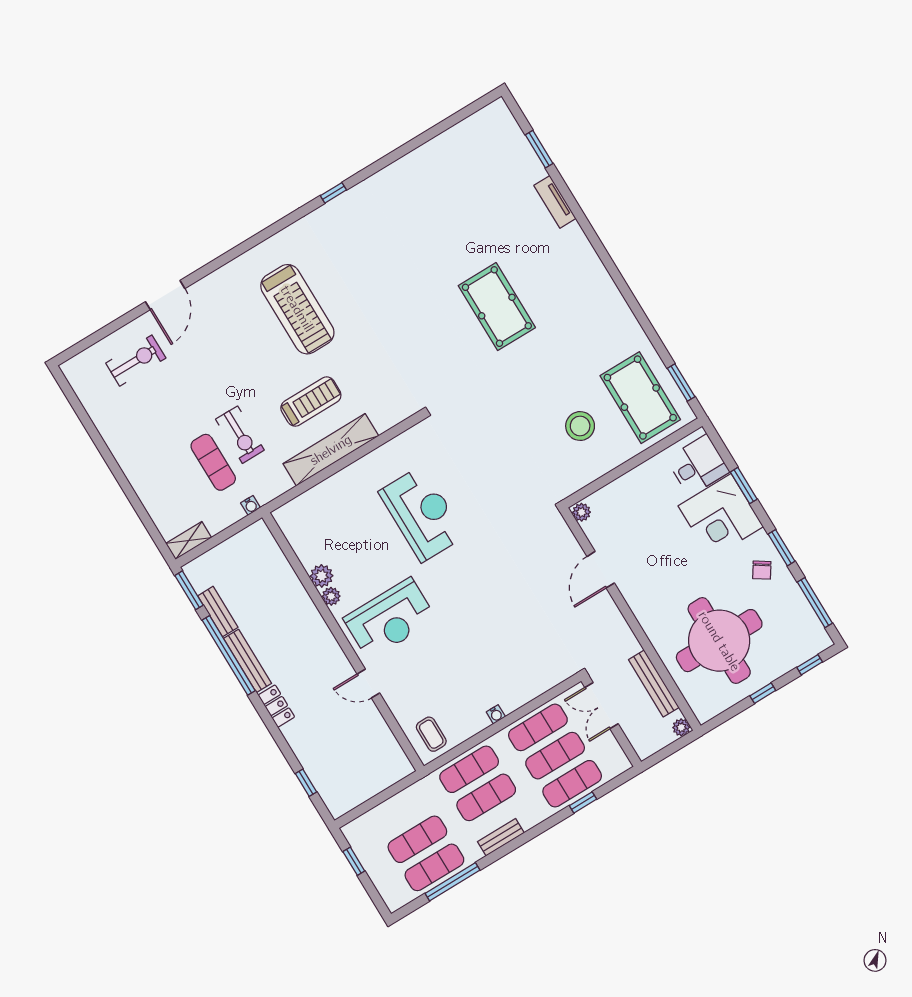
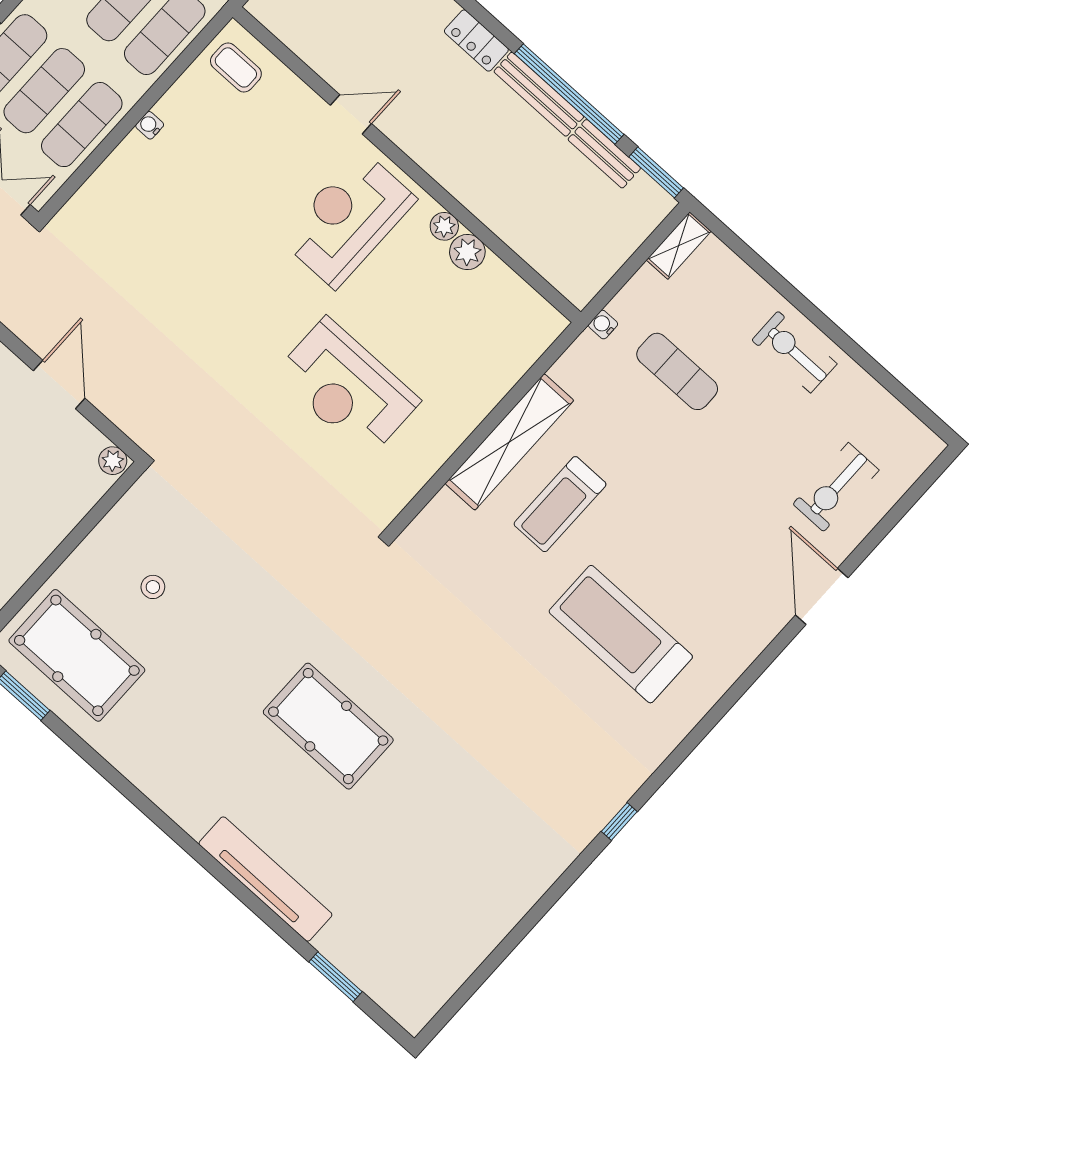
tv unit: (555, 202) -> (265, 879), width x1.92, depth x1.29
stool: (580, 426) -> (153, 587), width x0.53, depth x0.53
exercise bike: (240, 435) -> (794, 352), moved

